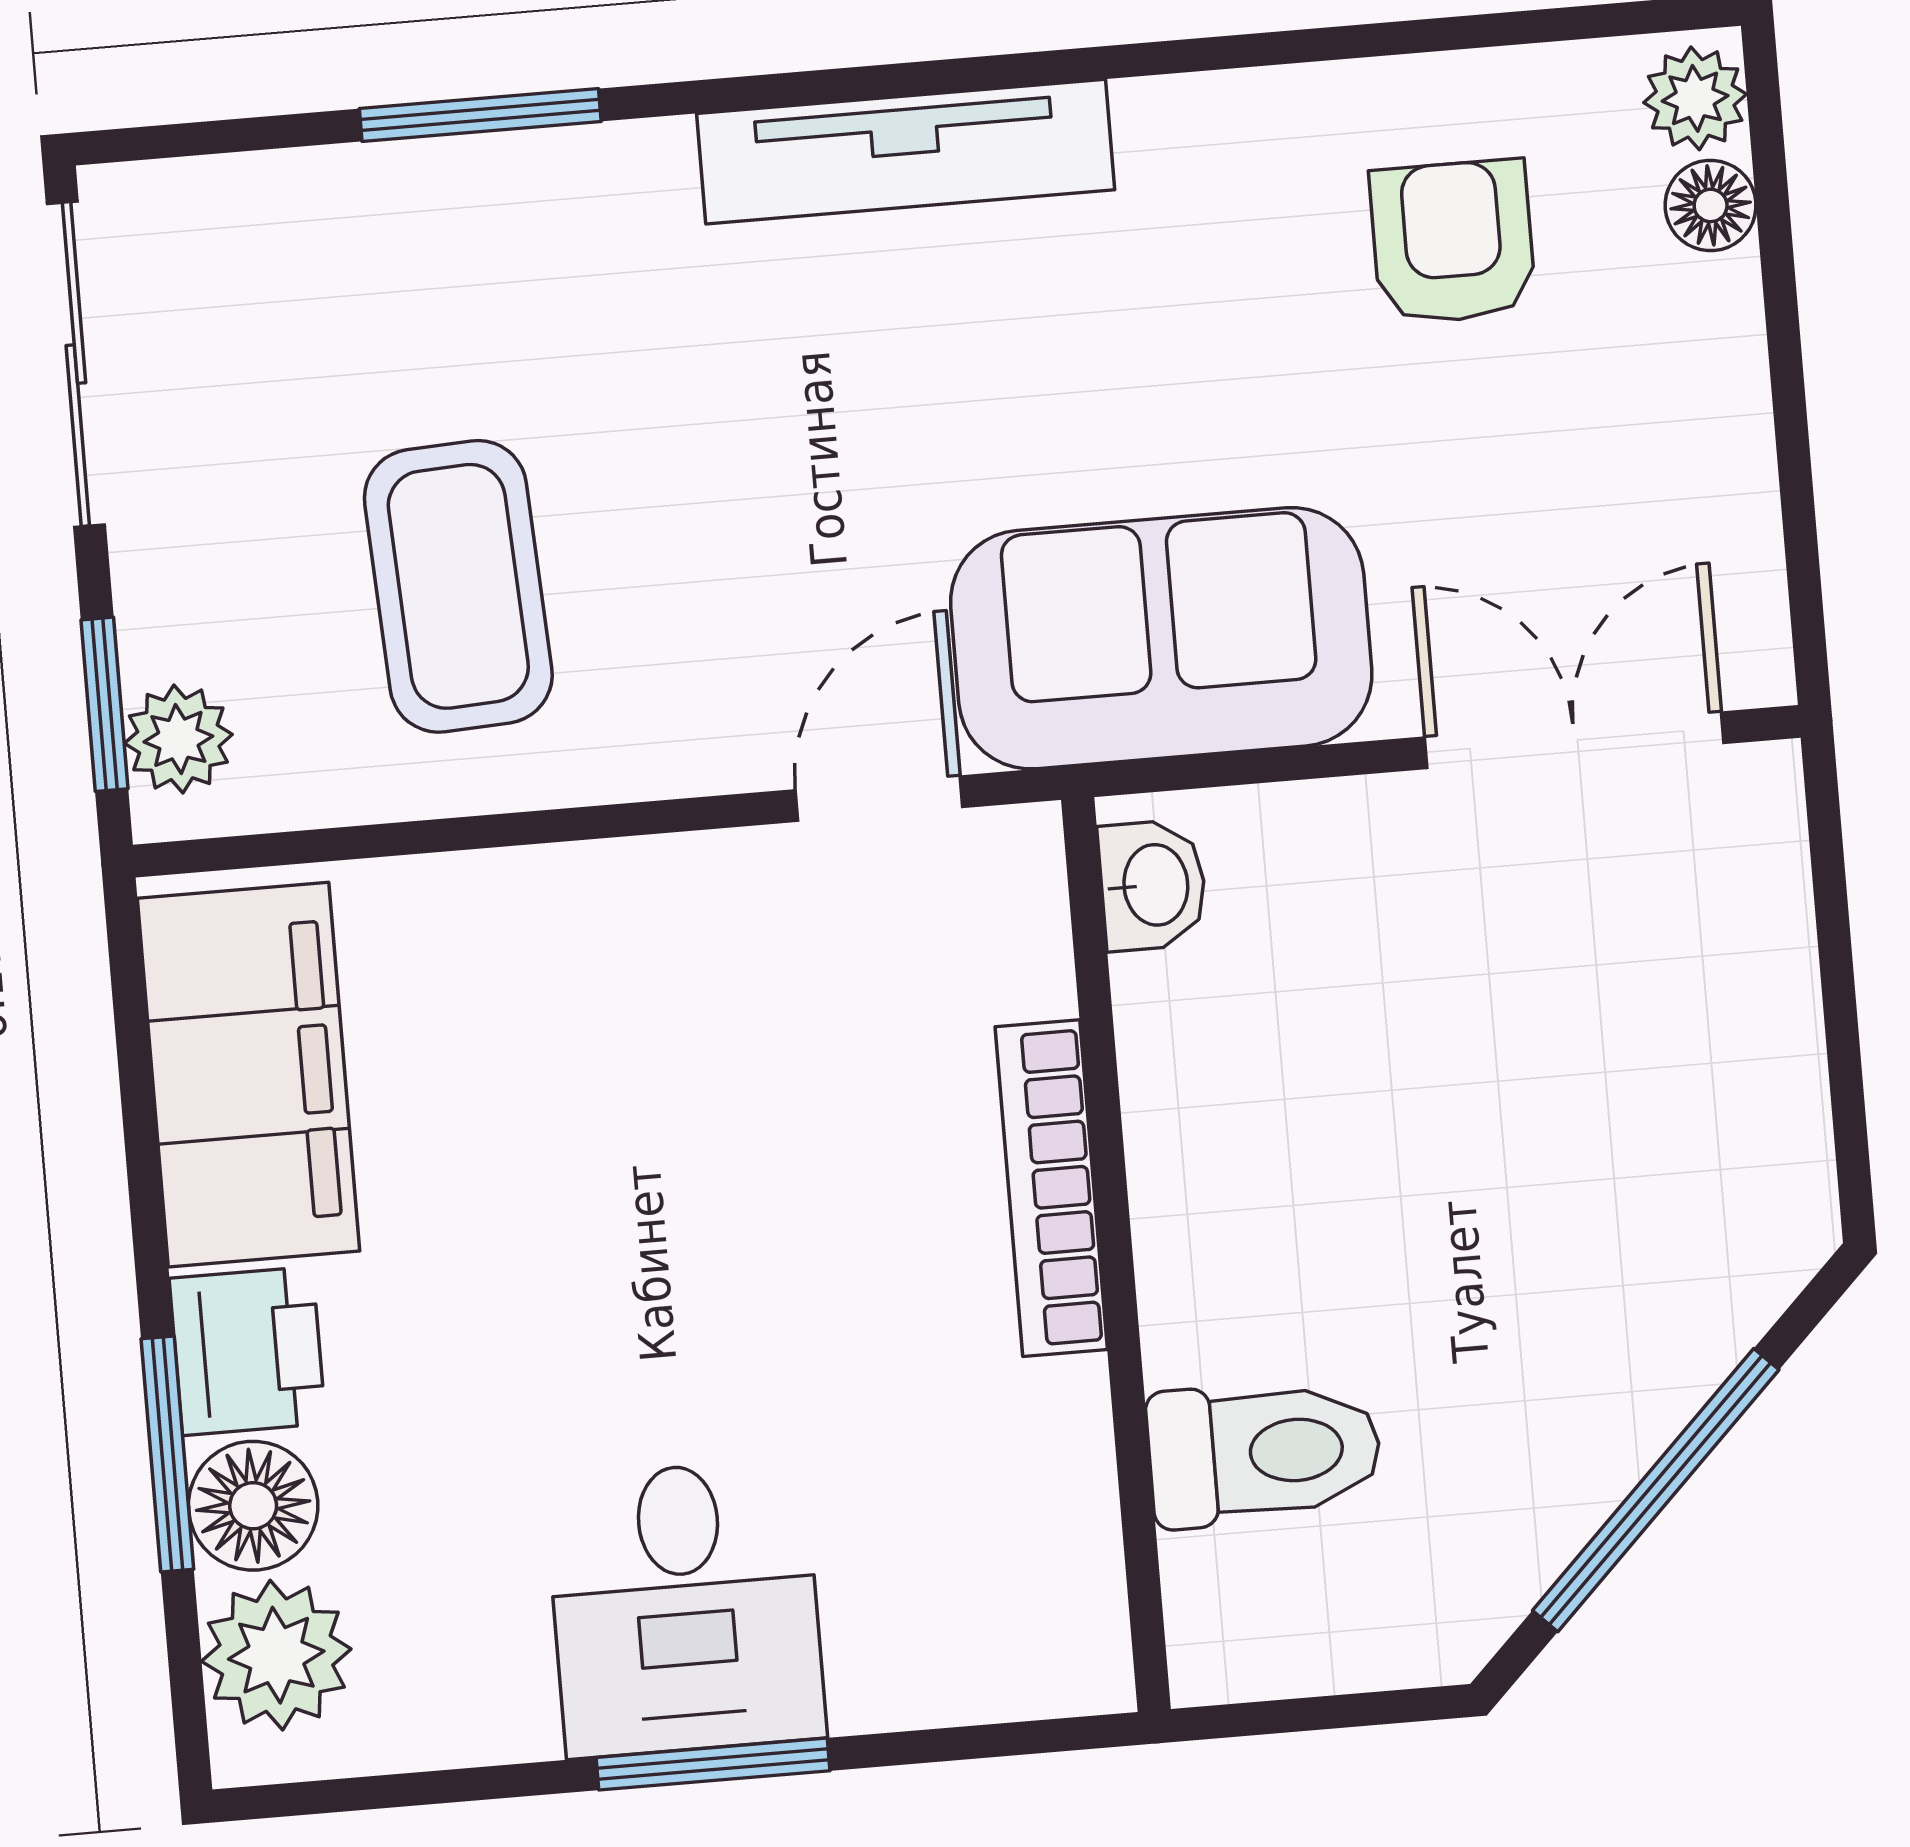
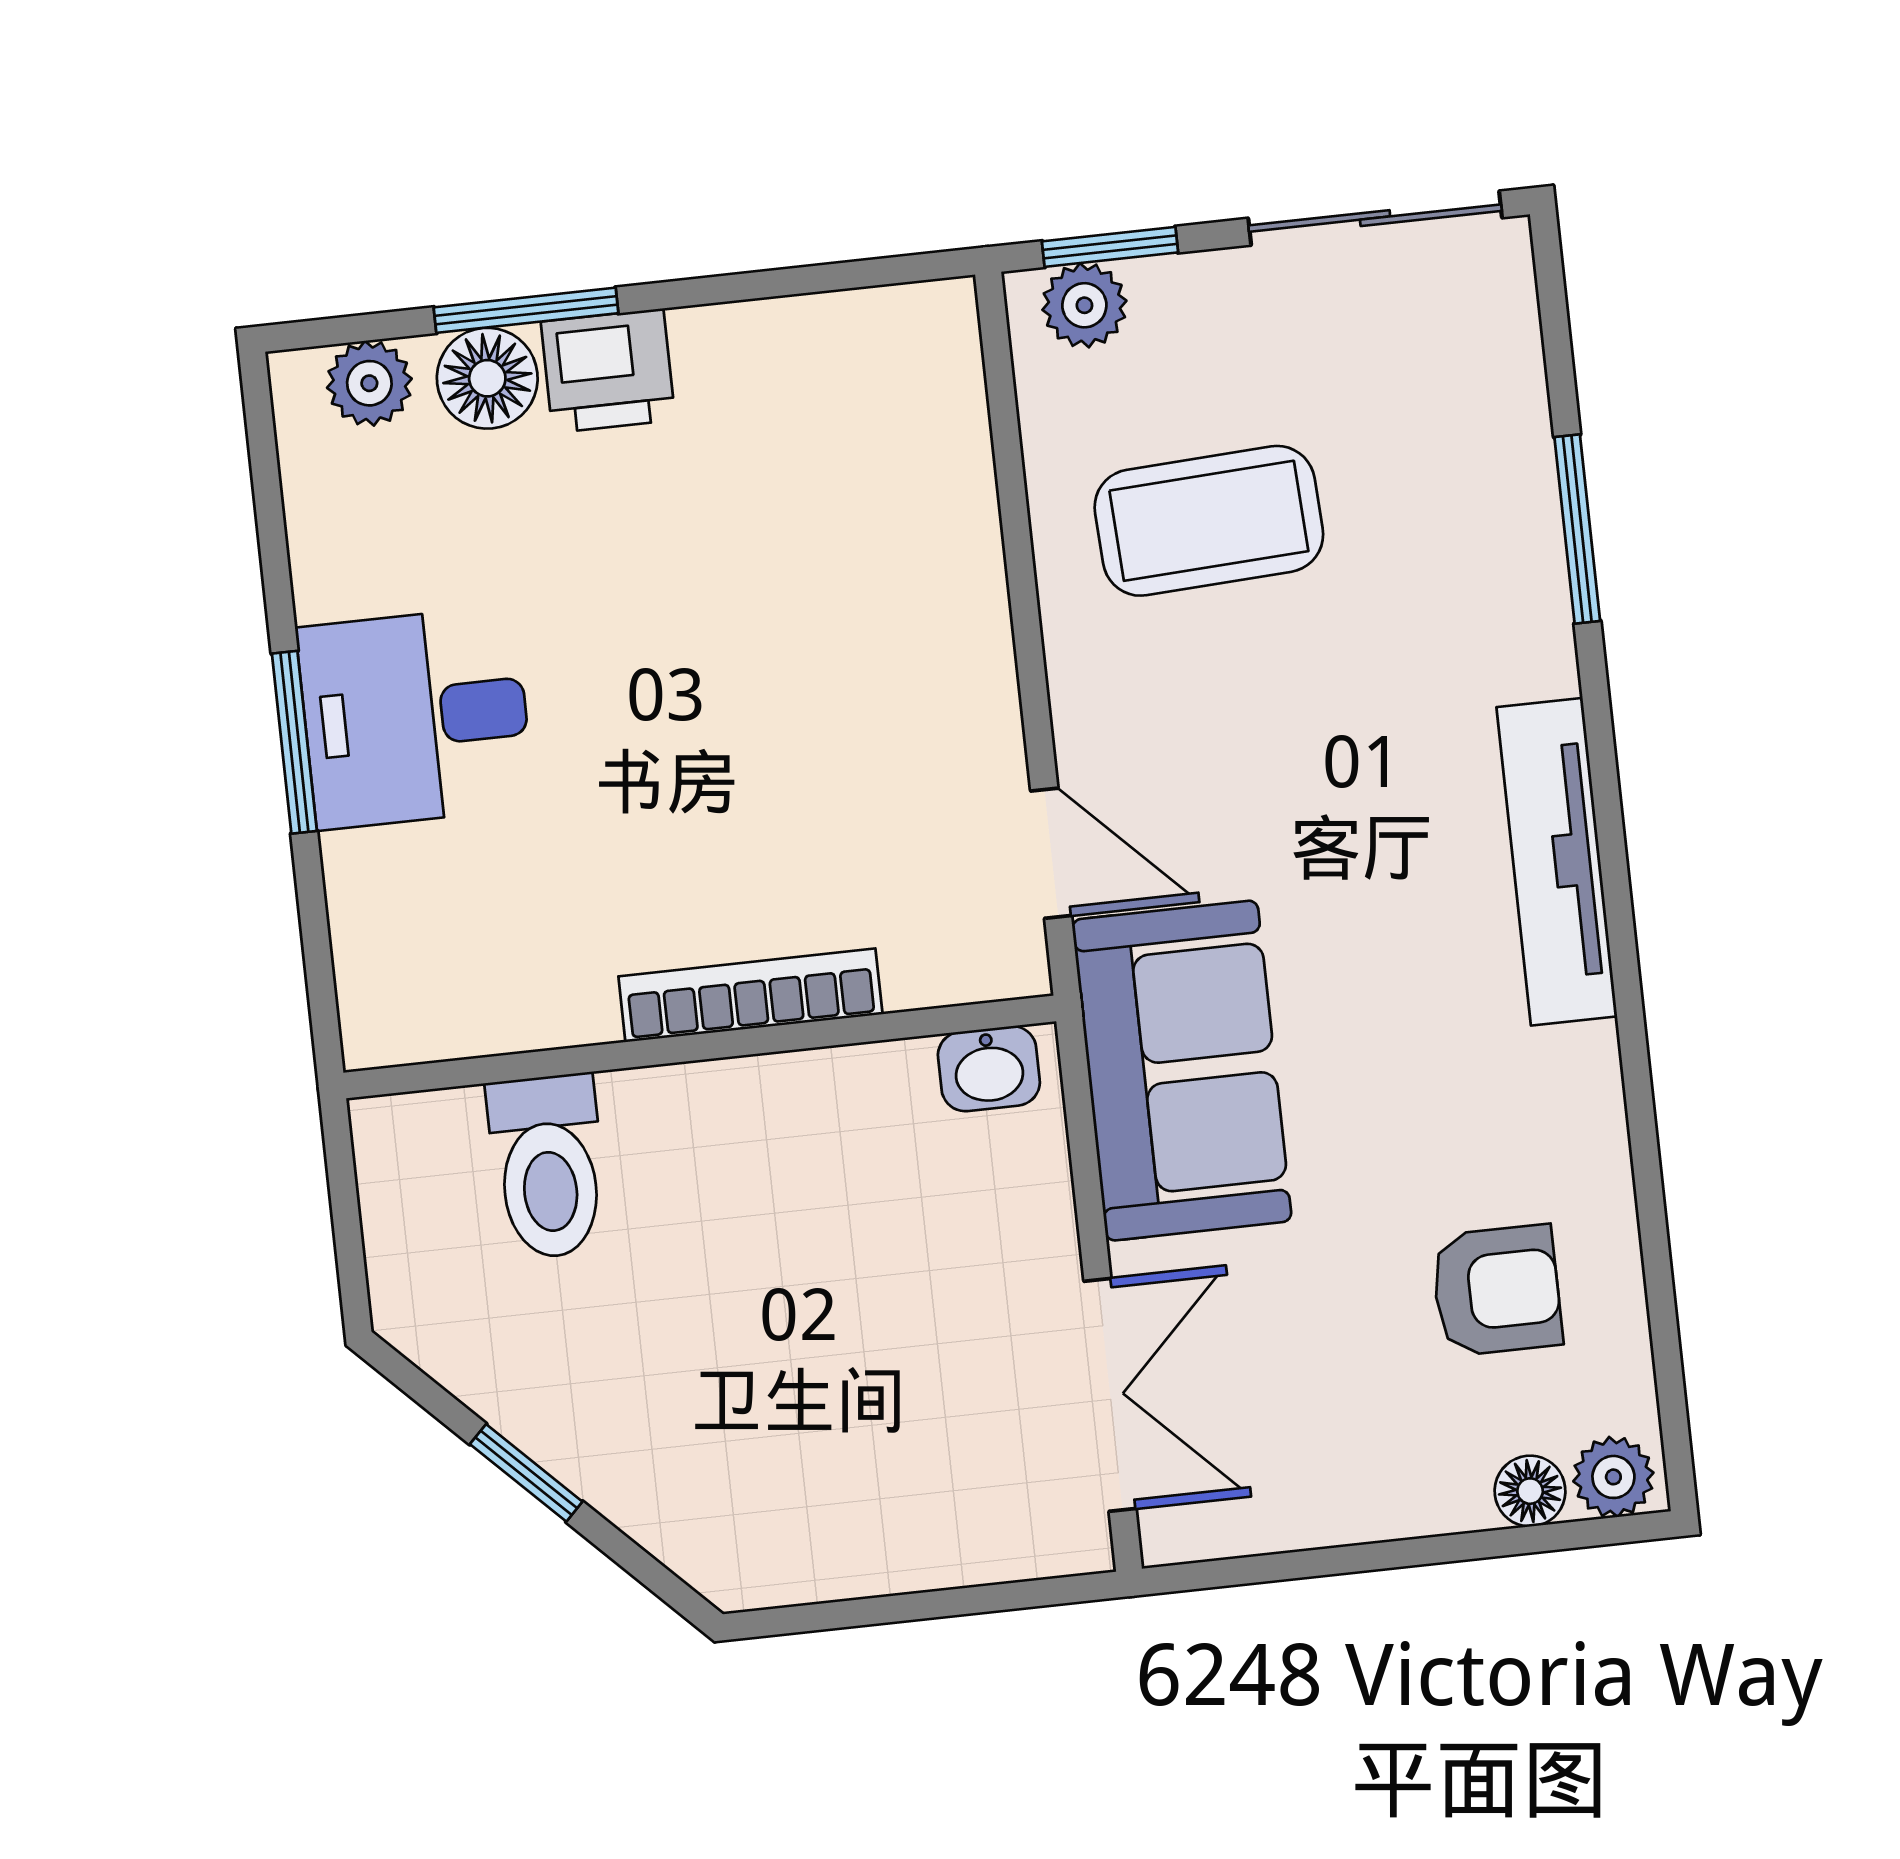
filing cabinet: (248, 1075) -> (824, 366), removed
window: (1656, 1490) -> (526, 1473), width x0.46
plant: (276, 1655) -> (369, 383), width x0.73, depth x0.73

